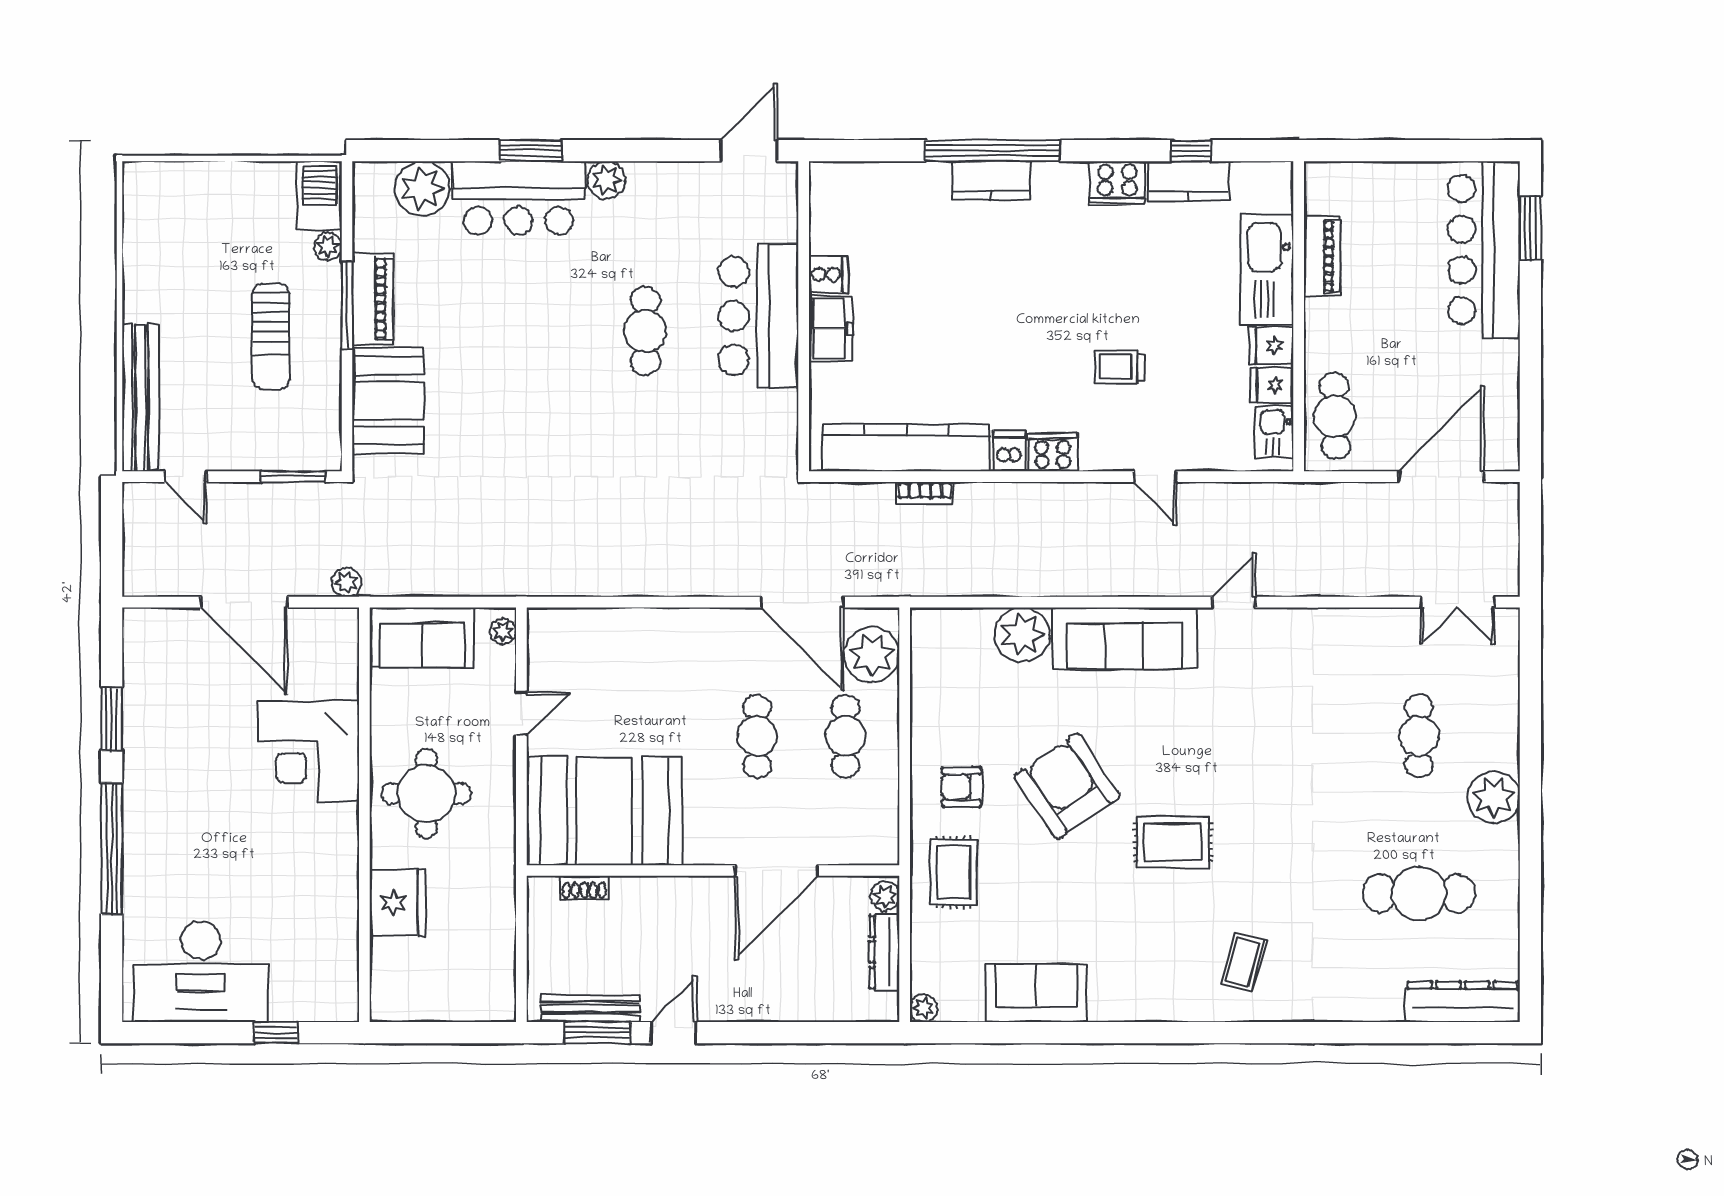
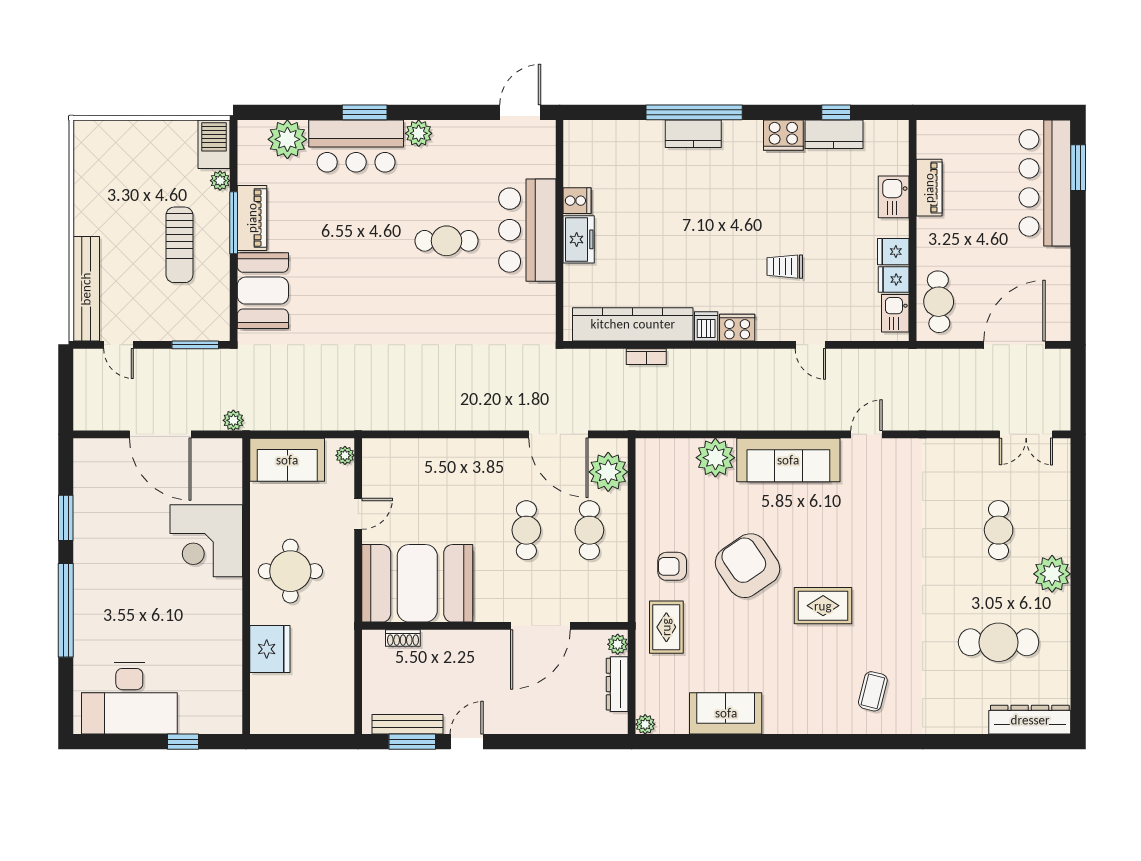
kitchen sink: (1267, 269) -> (894, 197), width x0.53, depth x0.81
cafe table: (645, 331) -> (447, 241), turned 90

